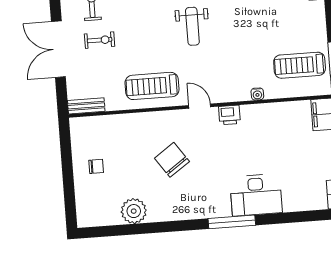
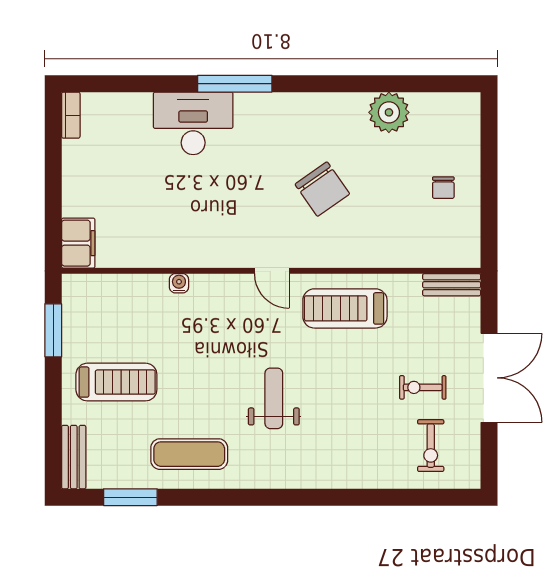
treadmill: (300, 65) -> (116, 382), moved
treadmill: (152, 86) -> (345, 308), turned 180
printer: (229, 115) -> (226, 253), removed
chair: (96, 166) -> (443, 188), turned -90

